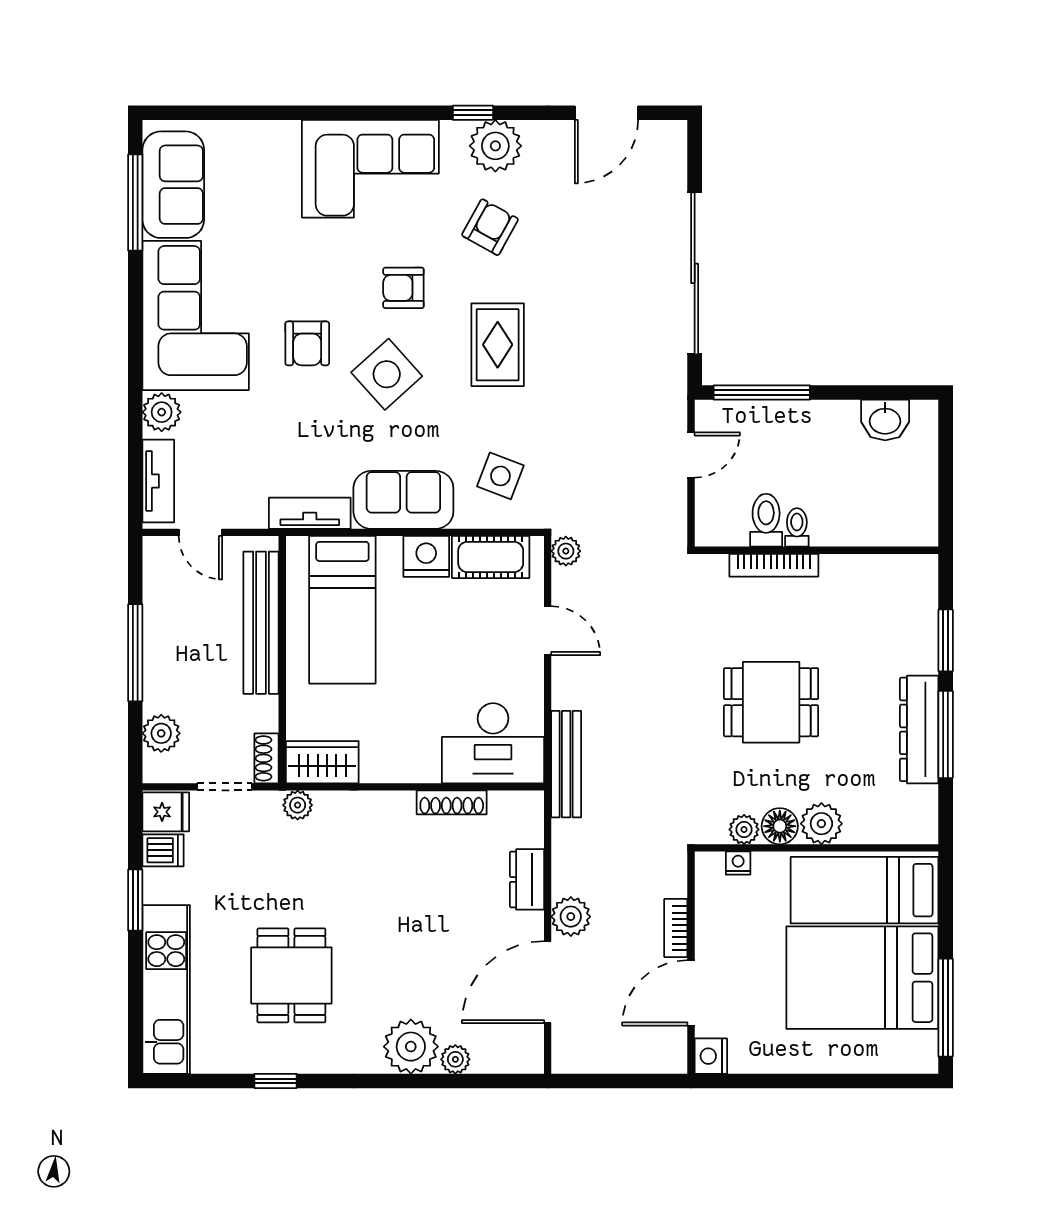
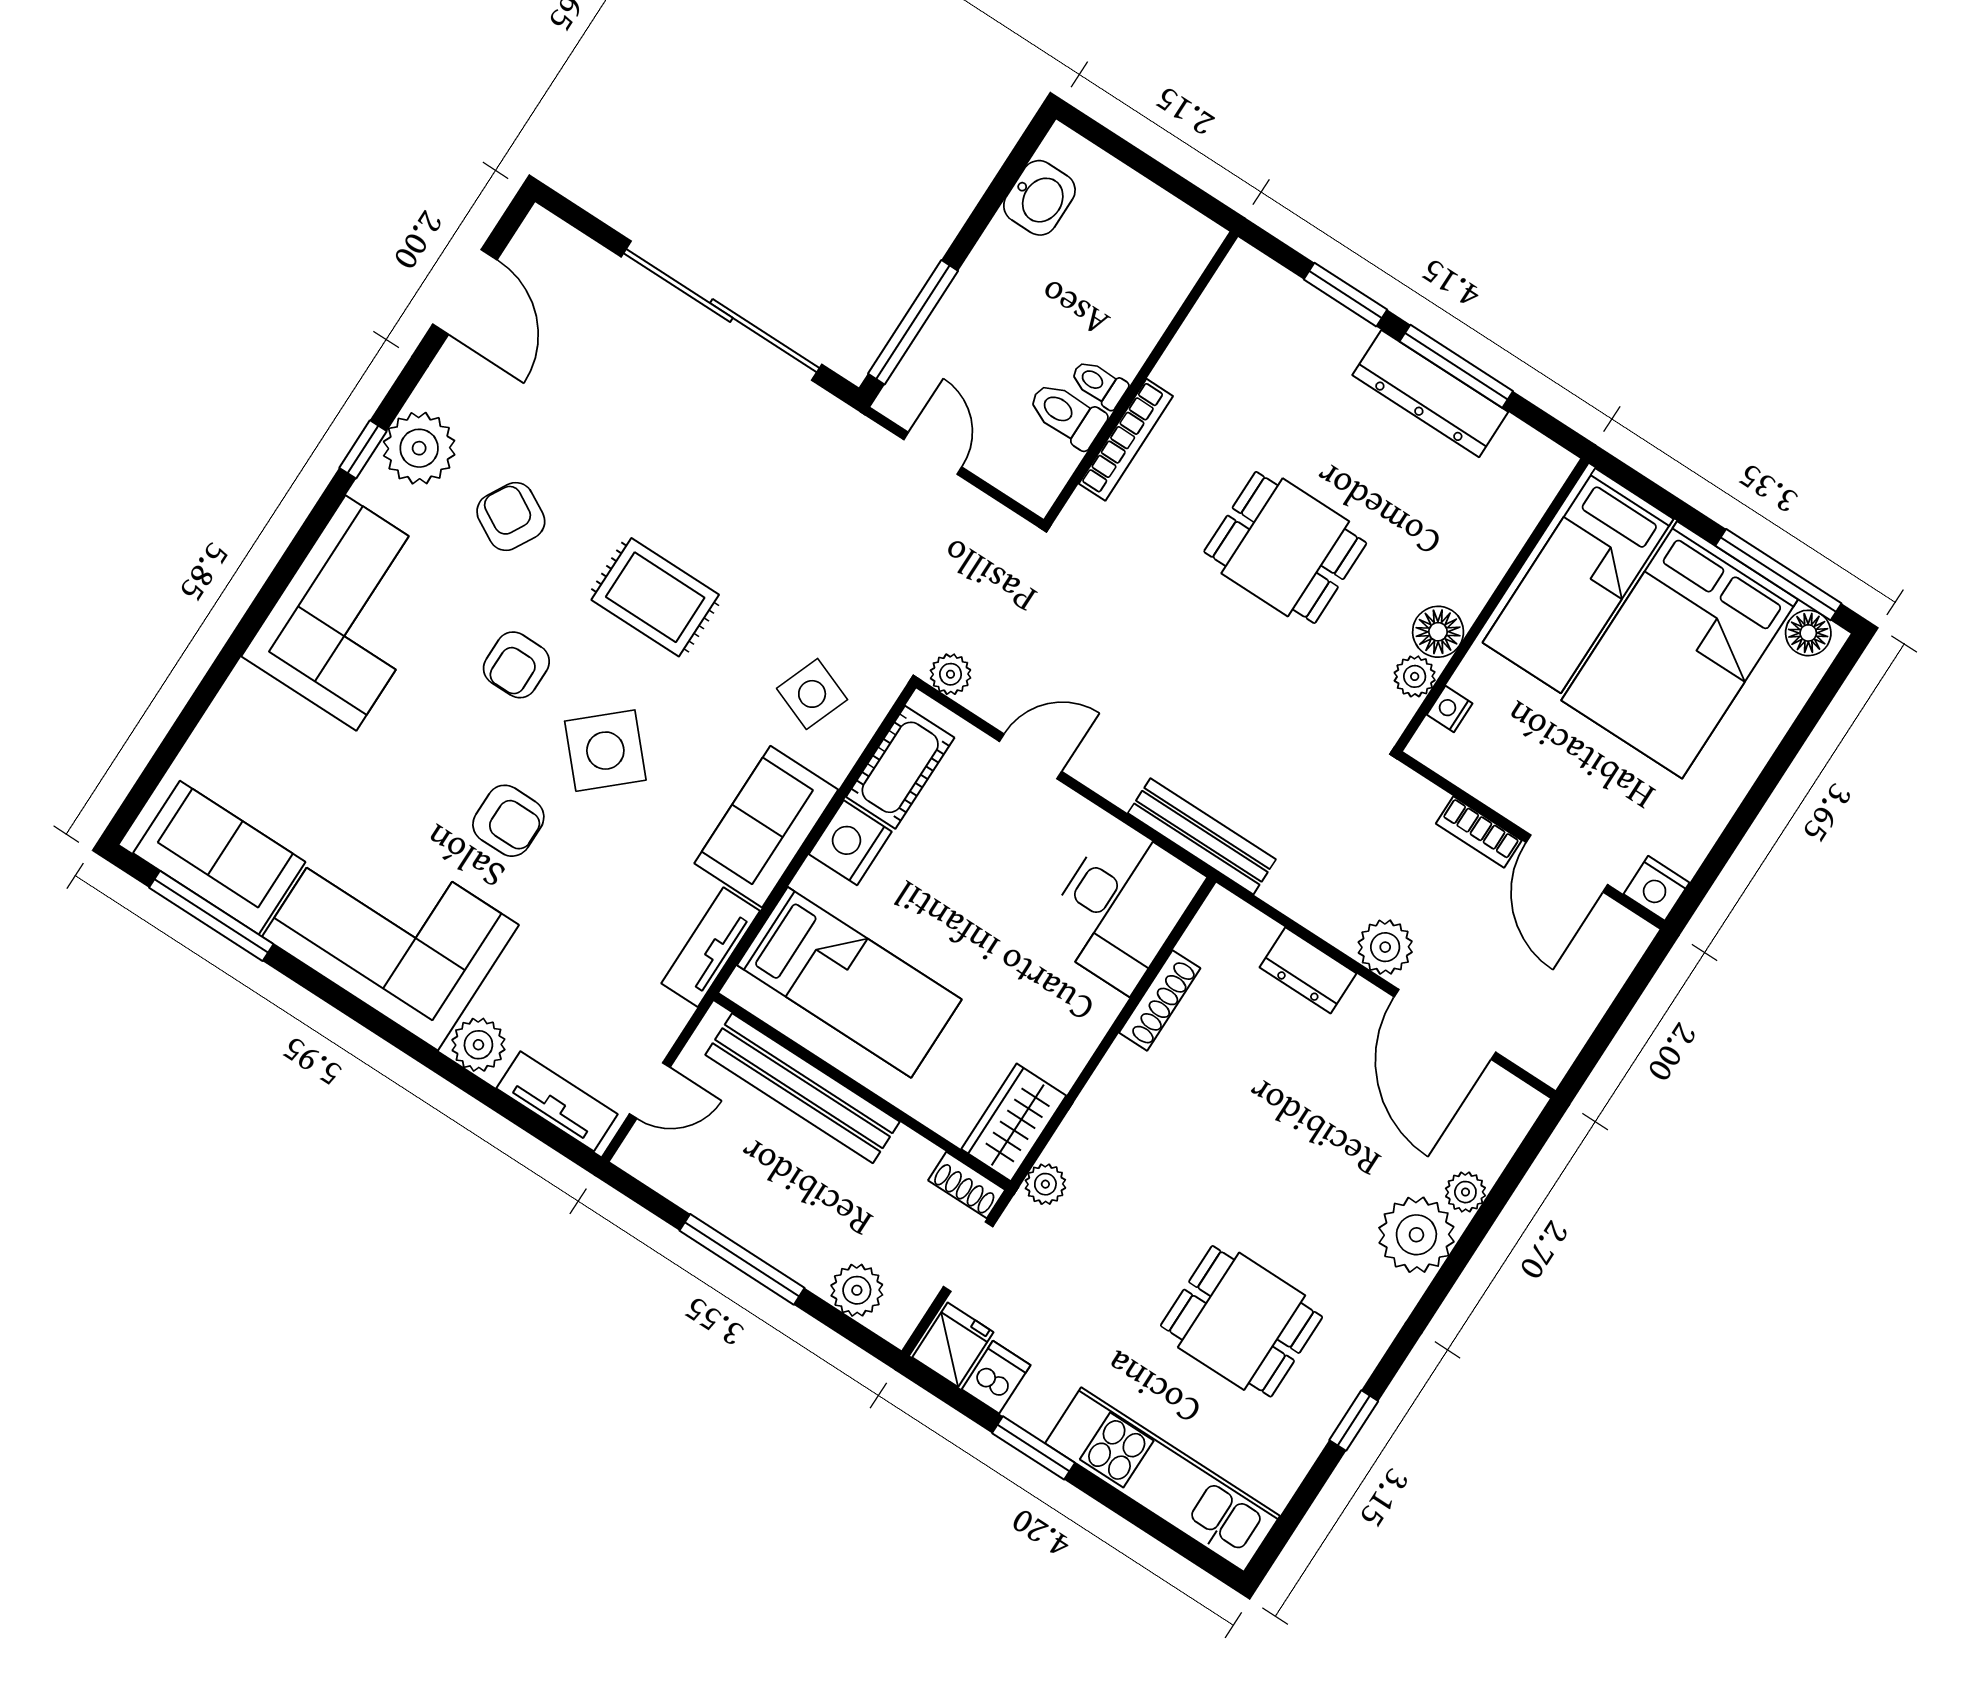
dining table: (771, 702) -> (1285, 547), turned 90
plant: (821, 824) -> (1467, 581), removed
floor lamp: (922, 1048) -> (1808, 633), added

